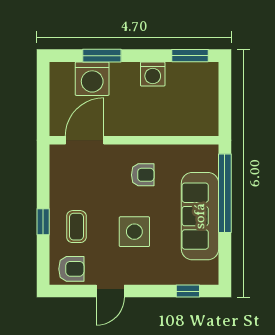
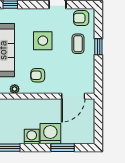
washing machine: (92, 79) -> (50, 134), moved
plant: (181, 152) -> (15, 89), added

